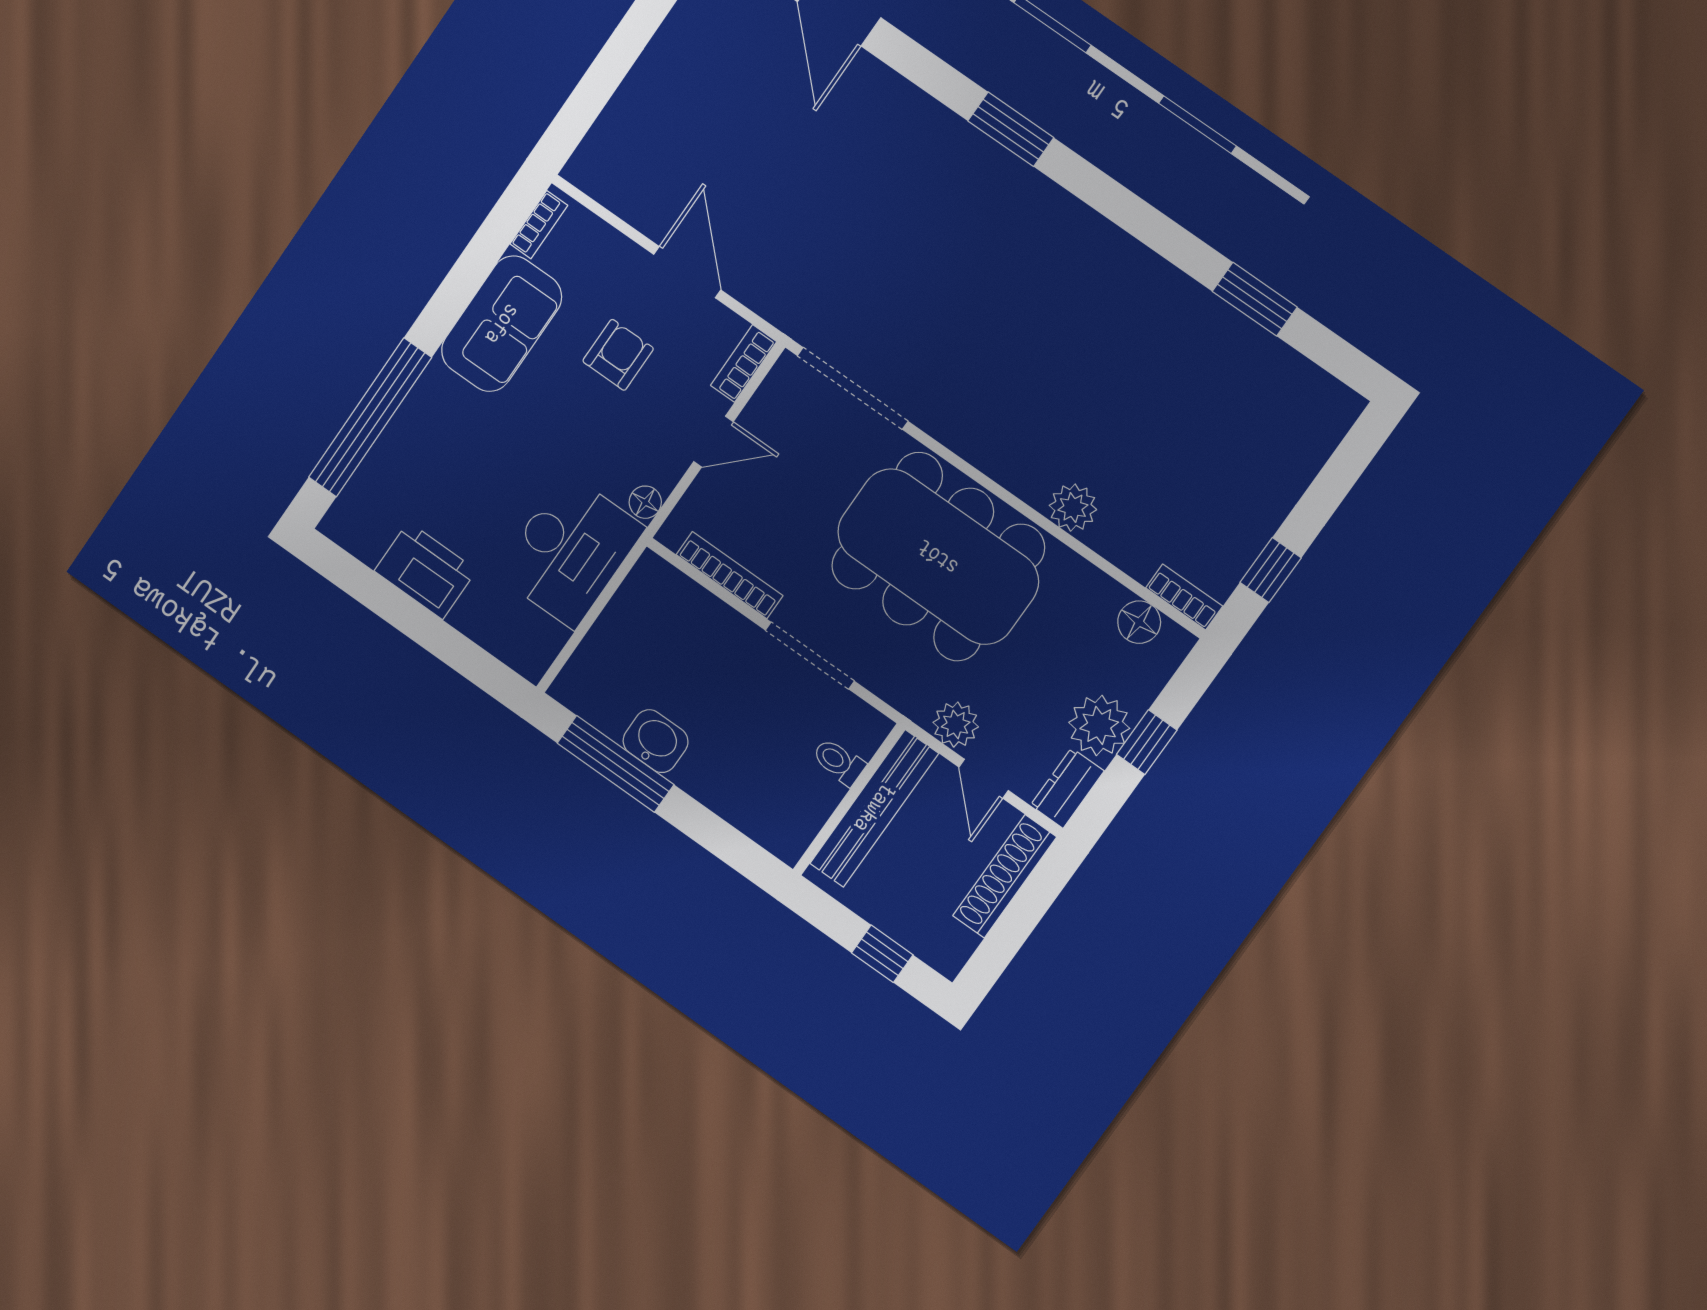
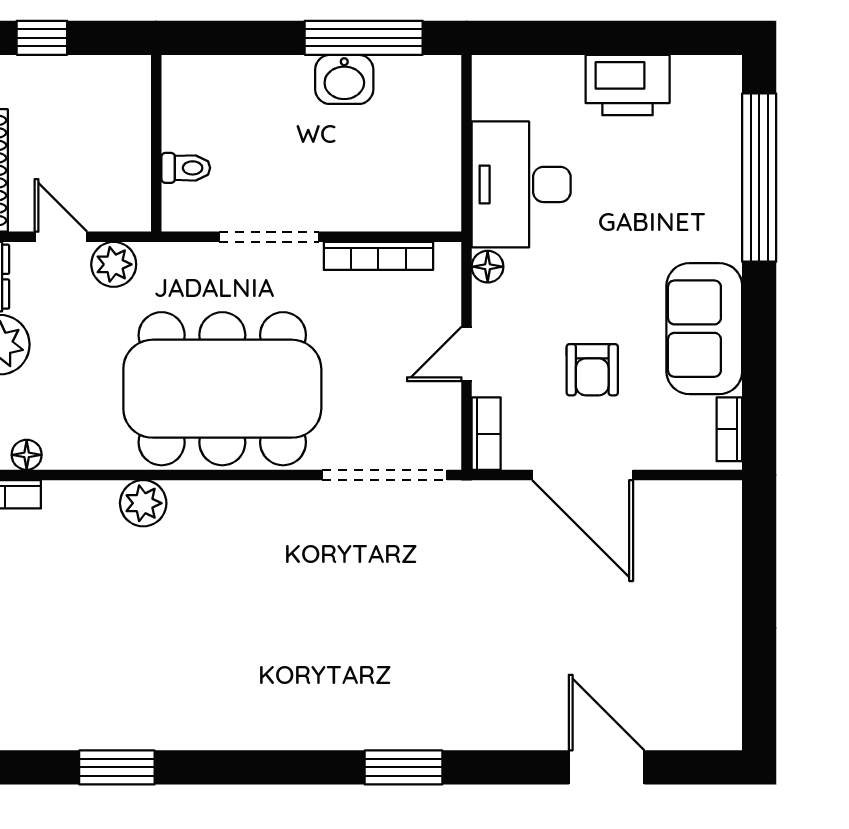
door: (687, 272) -> (583, 475), width x1.36
floor lamp: (1139, 622) -> (27, 455), width x0.73, depth x0.73
bench: (874, 808) -> (131, 151), removed

